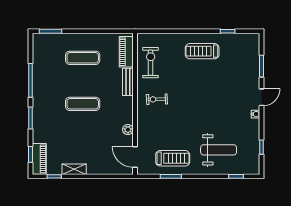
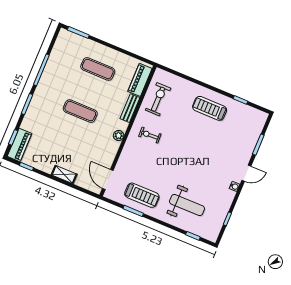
plant: (128, 130) -> (119, 135), moved
shelving: (74, 169) -> (64, 174), moved

